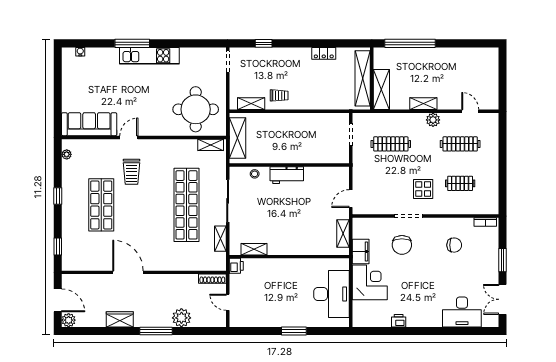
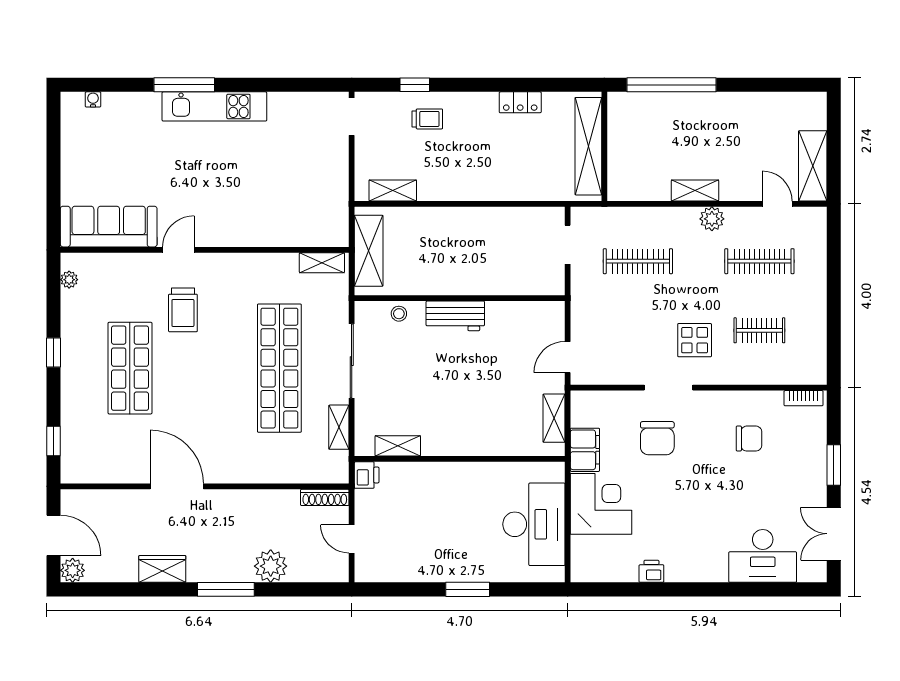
shelving: (381, 90) -> (813, 166), moved
trolley: (279, 95) -> (427, 119), moved
round table: (196, 109) -> (295, 200), removed

